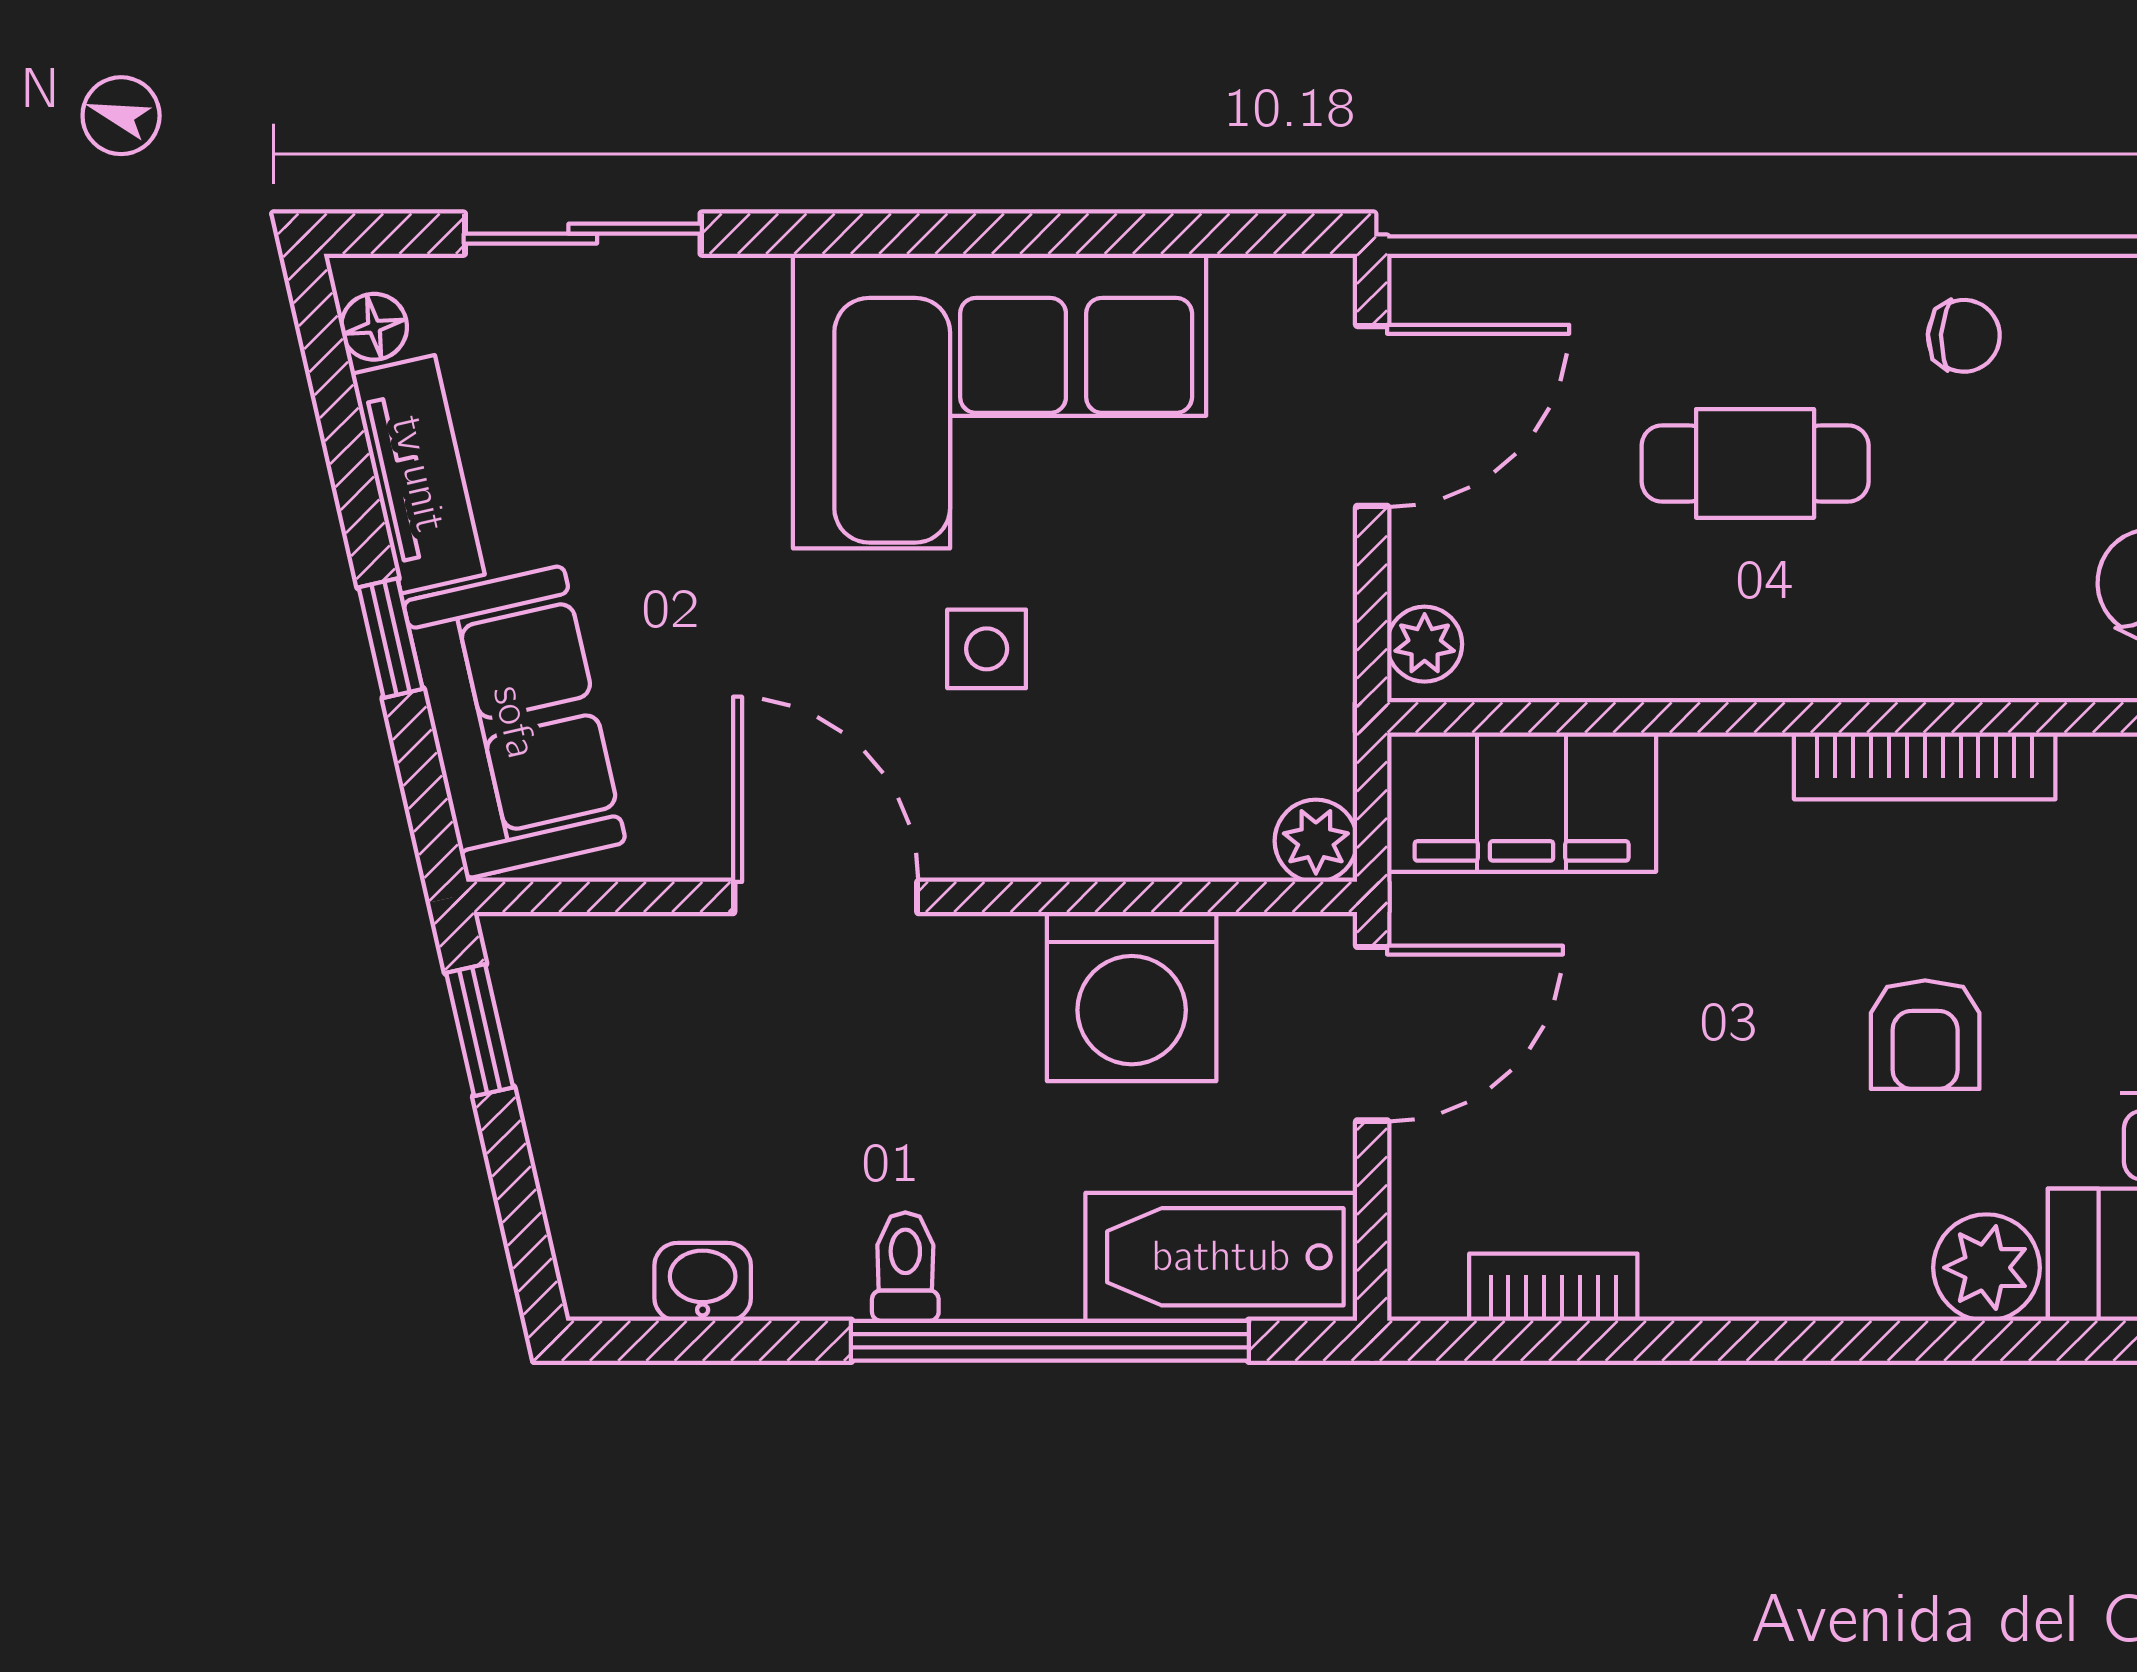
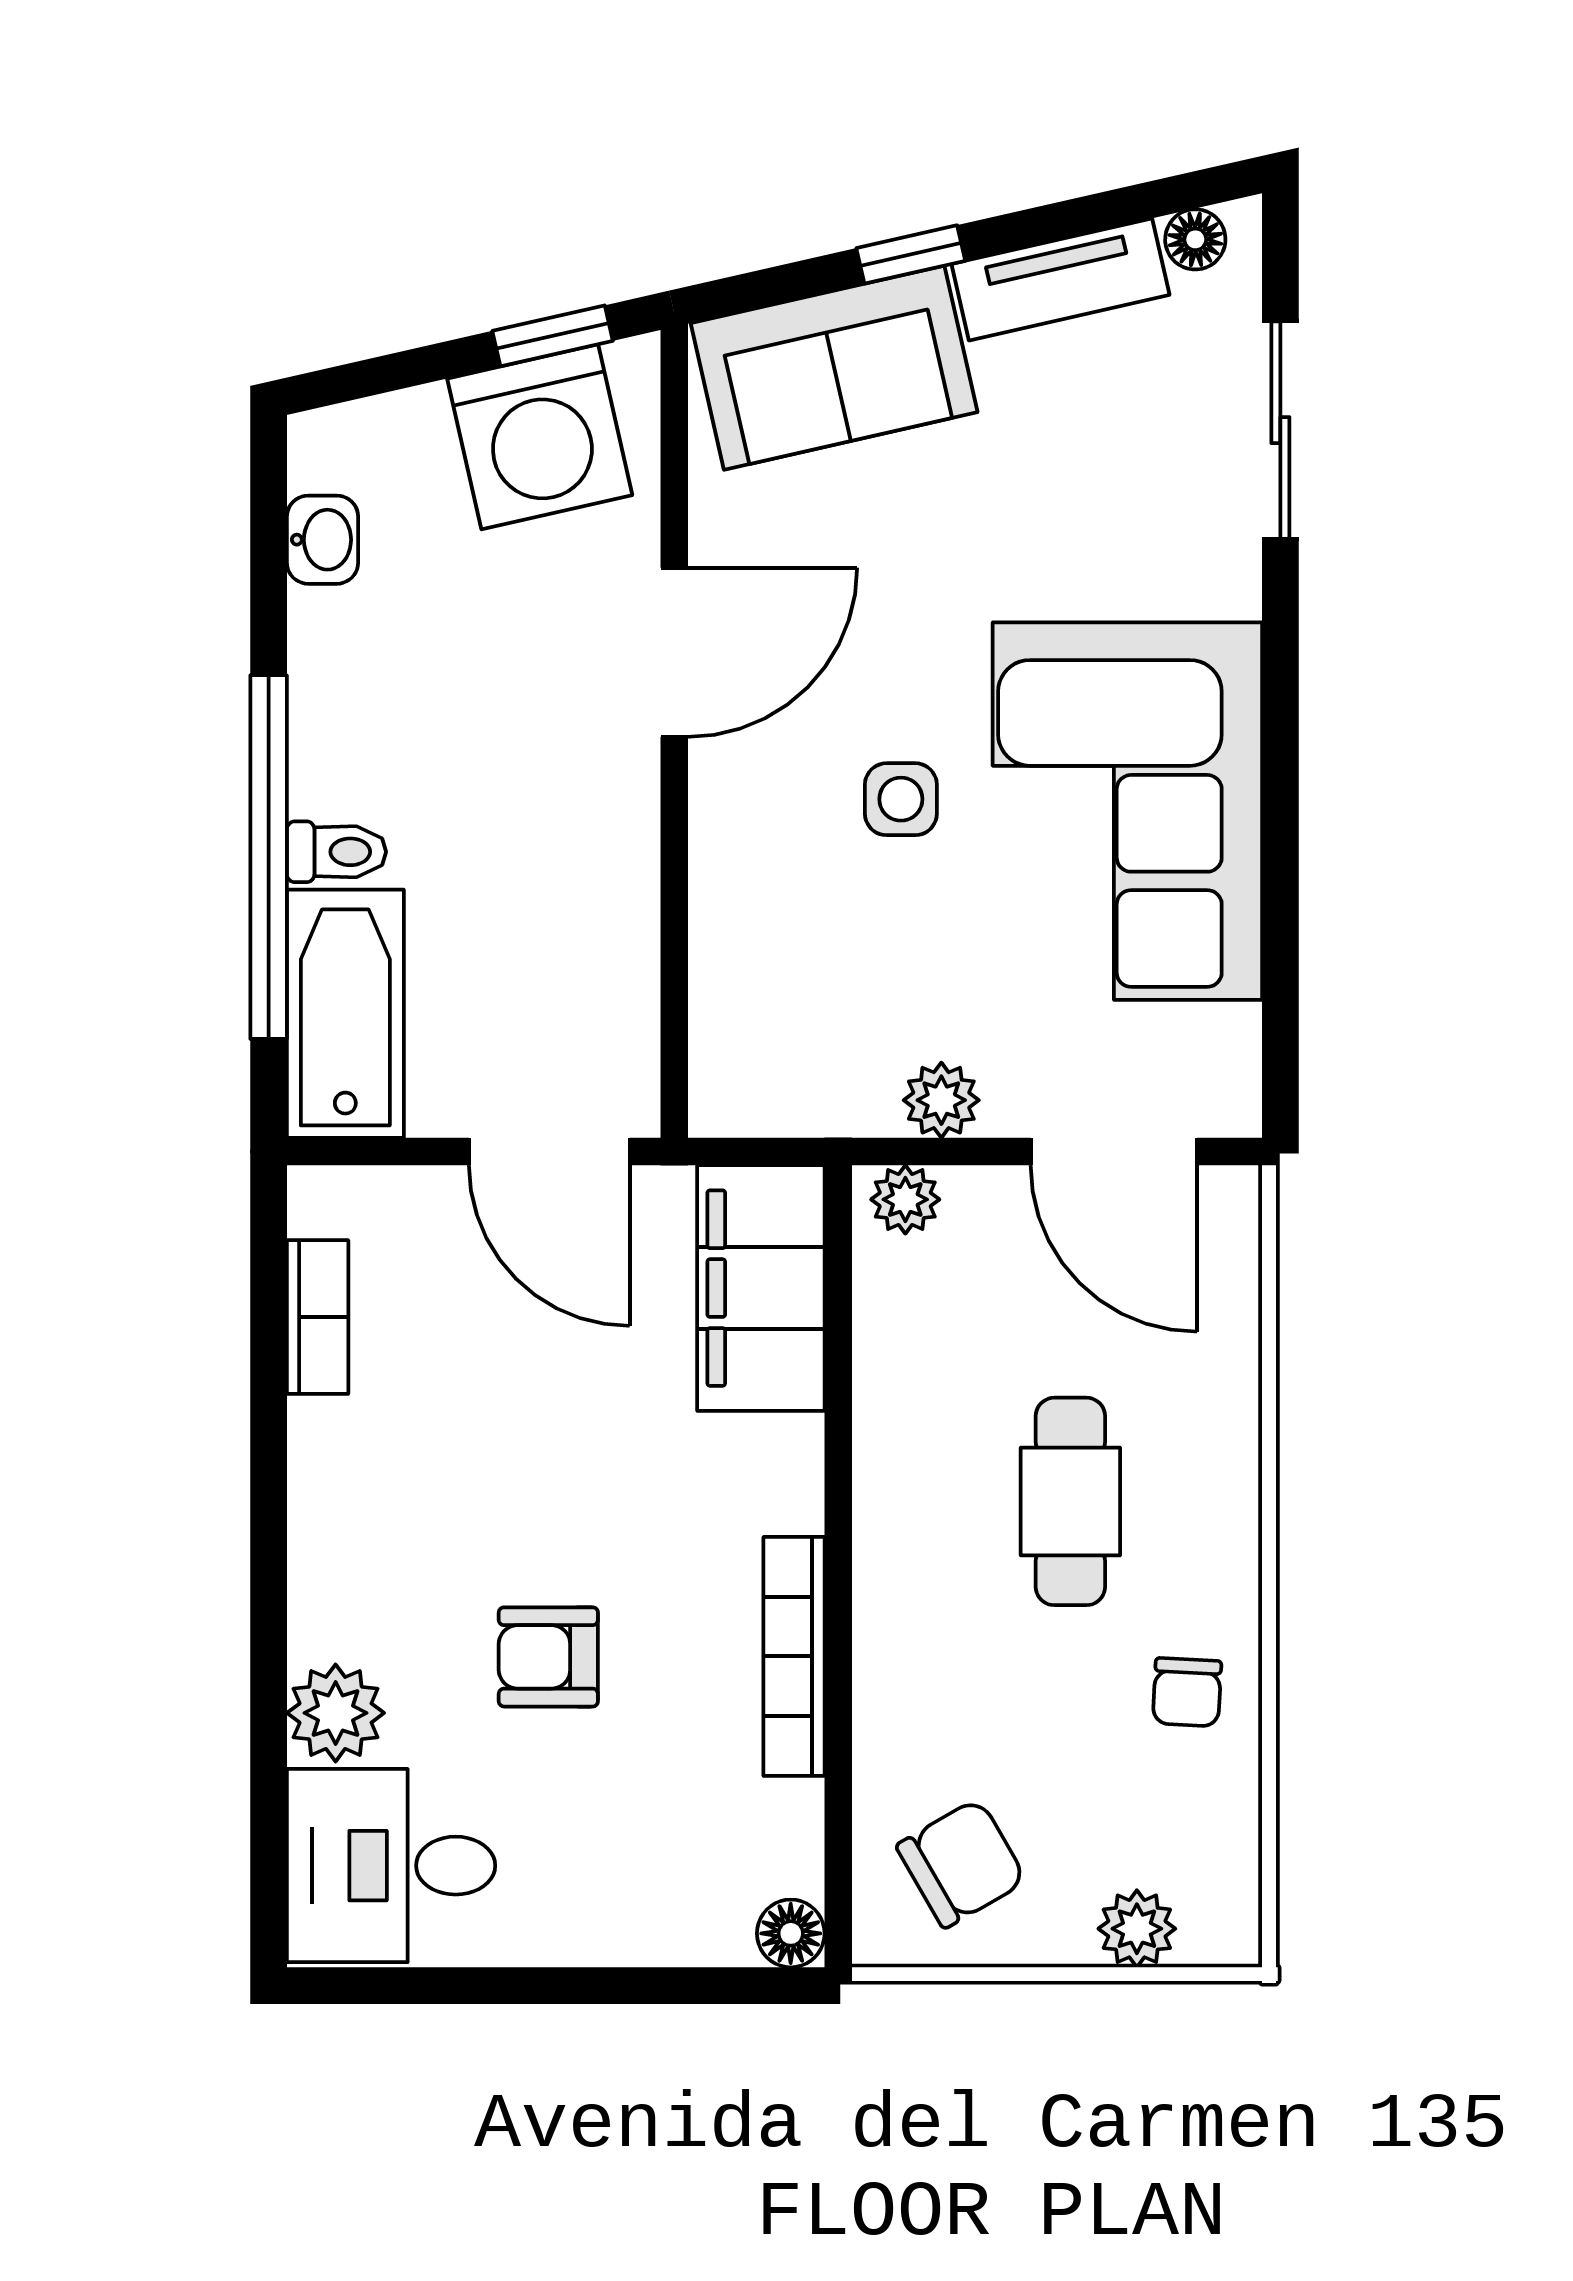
plant: (1316, 841) -> (941, 1100), moved
washing machine: (1132, 997) -> (540, 437), moved, turned -103
toilet: (905, 1267) -> (336, 852), moved

